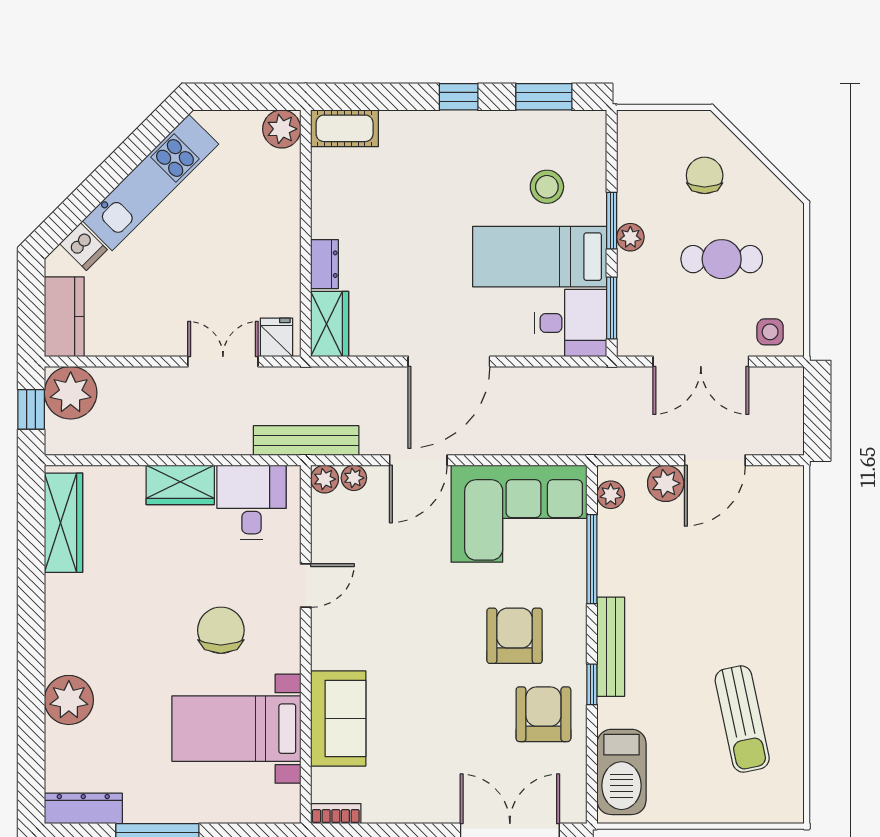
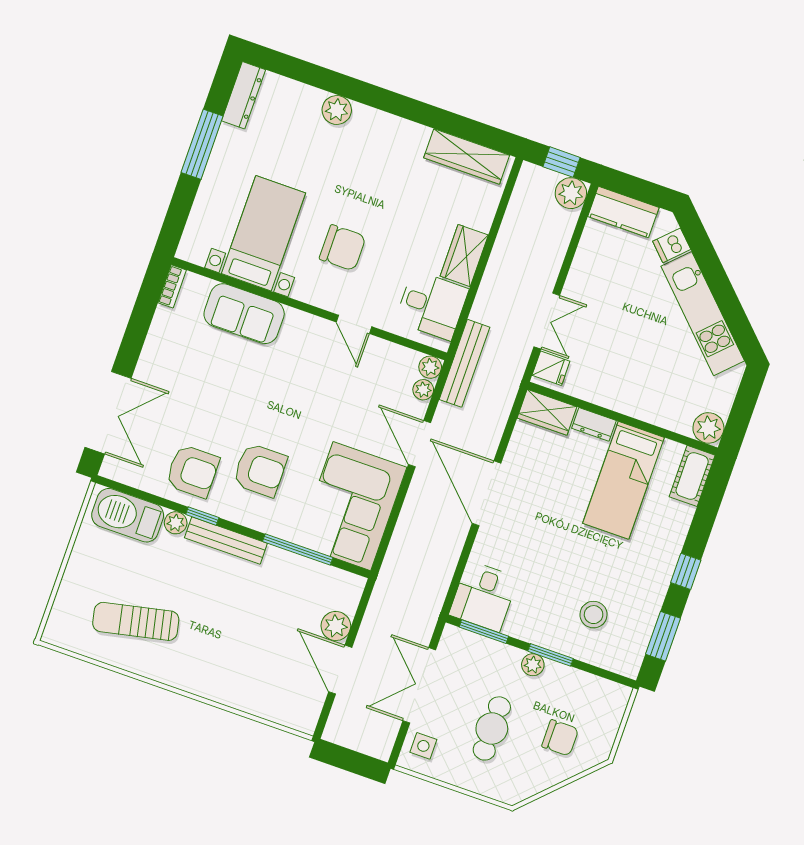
bed: (540, 257) -> (623, 480), moved, turned 180
plant: (71, 393) -> (571, 193), width x0.73, depth x0.73
plant: (611, 495) -> (176, 523), moved
plant: (69, 700) -> (337, 110), width x0.73, depth x0.73

